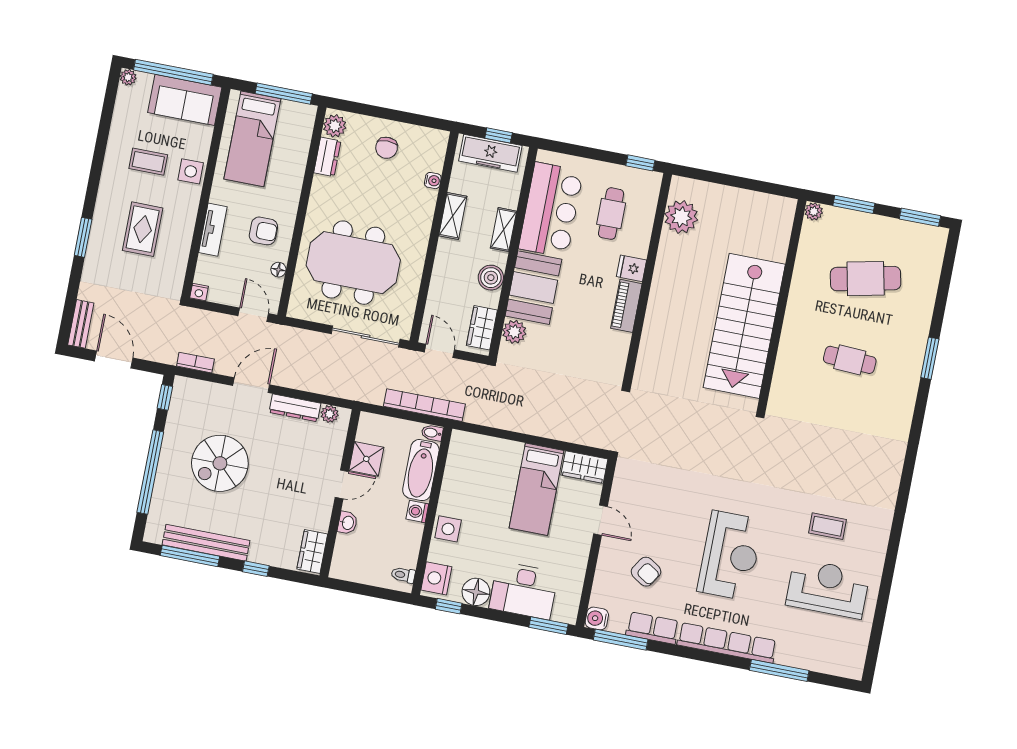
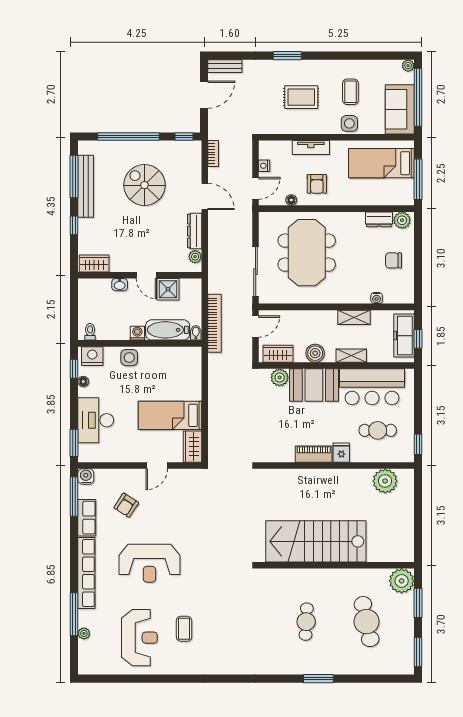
plant: (814, 211) -> (402, 581), width x1.87, depth x1.87
nightstand: (199, 292) -> (264, 166), moved
floor lamp: (476, 592) -> (83, 382), width x0.53, depth x0.53
plant: (808, 662) -> (84, 633), added

